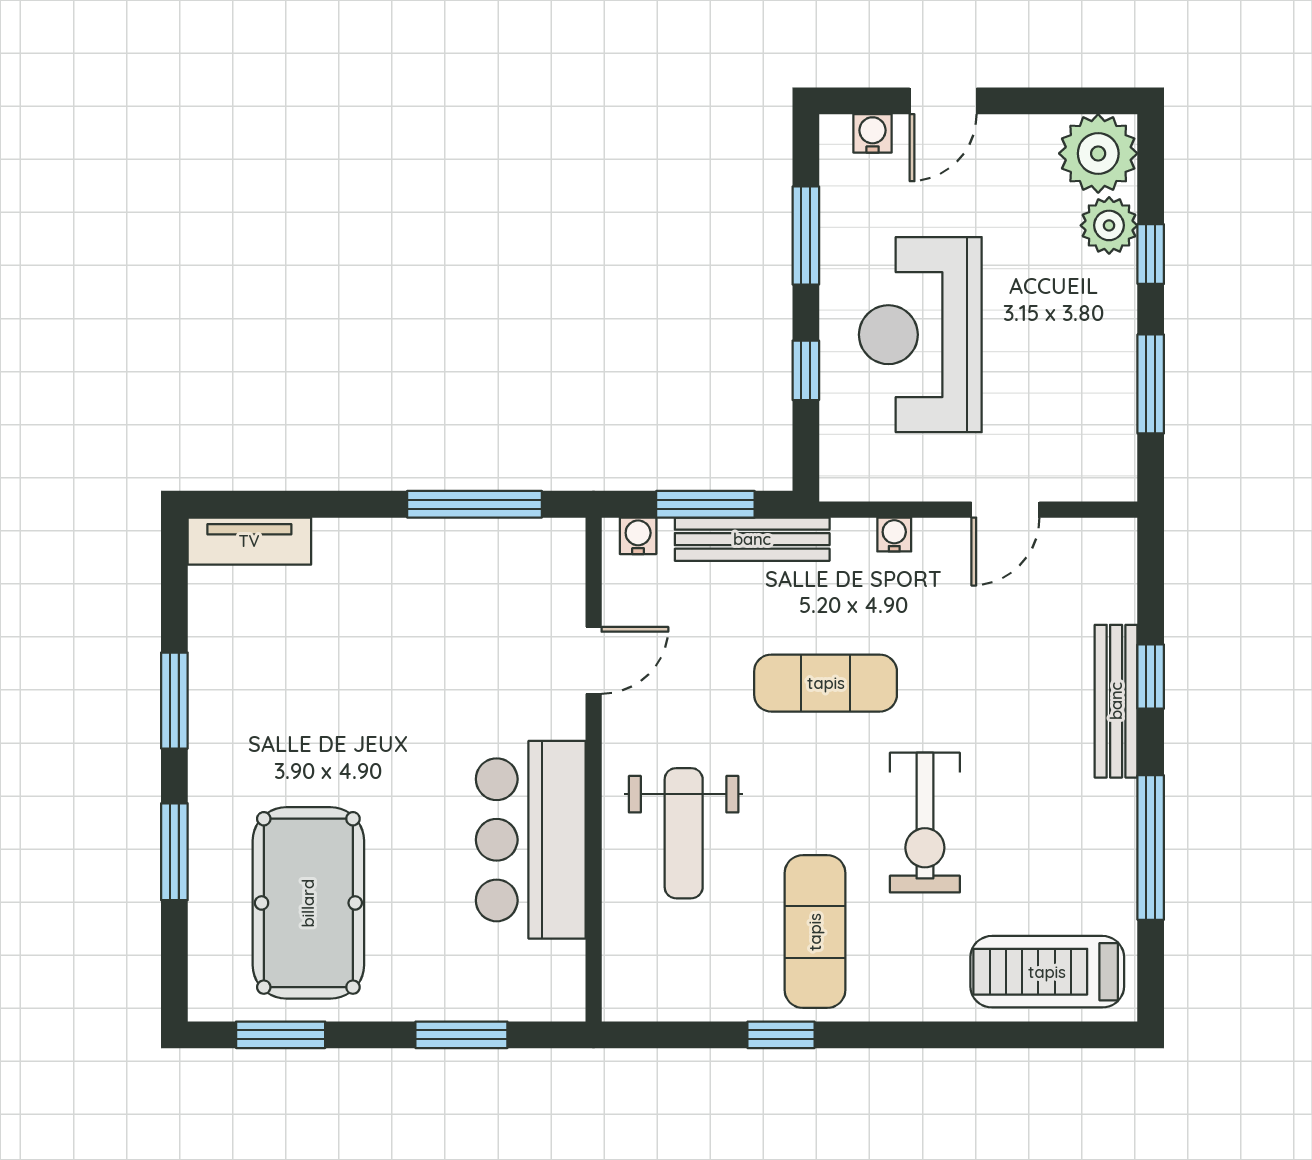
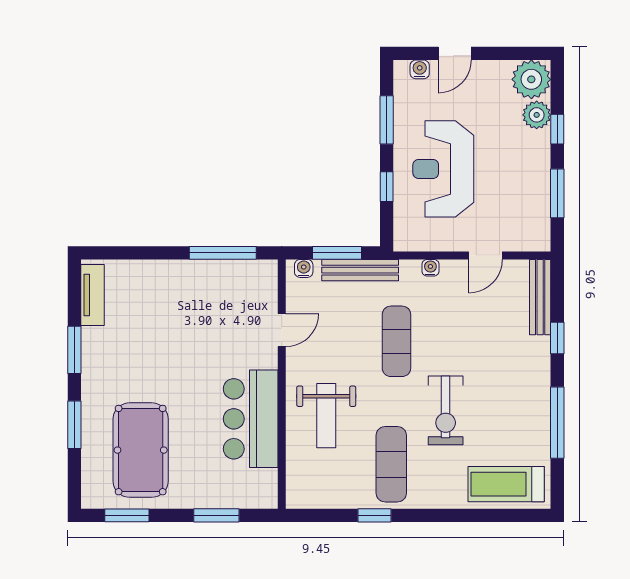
tv unit: (249, 541) -> (93, 295), moved, turned -90
exercise mat: (826, 683) -> (396, 341), turned 90
bench: (1116, 701) -> (540, 297), moved

